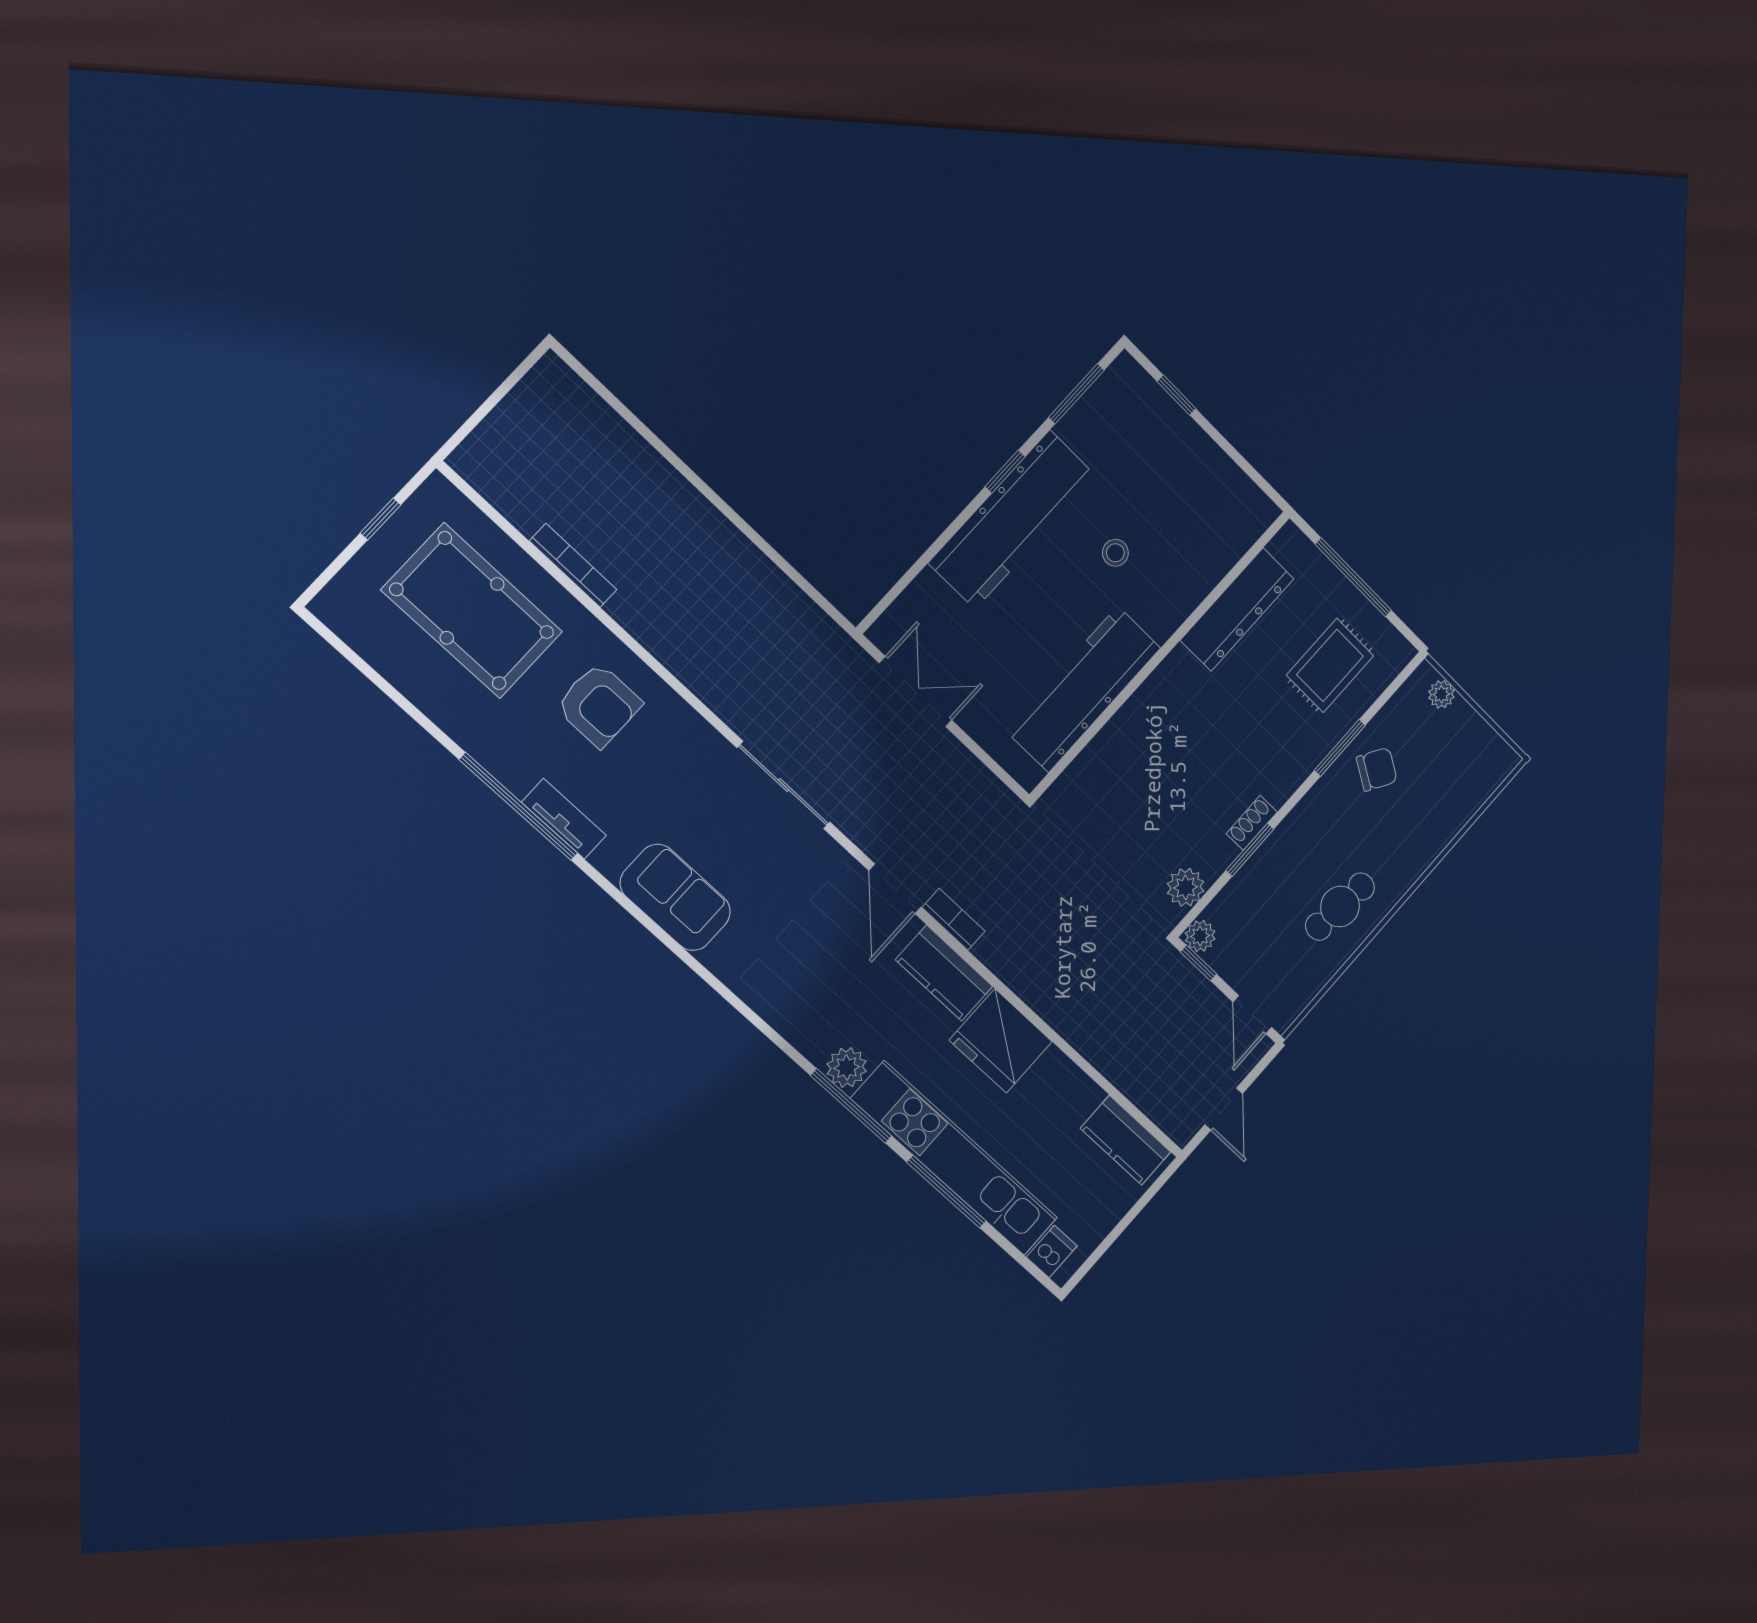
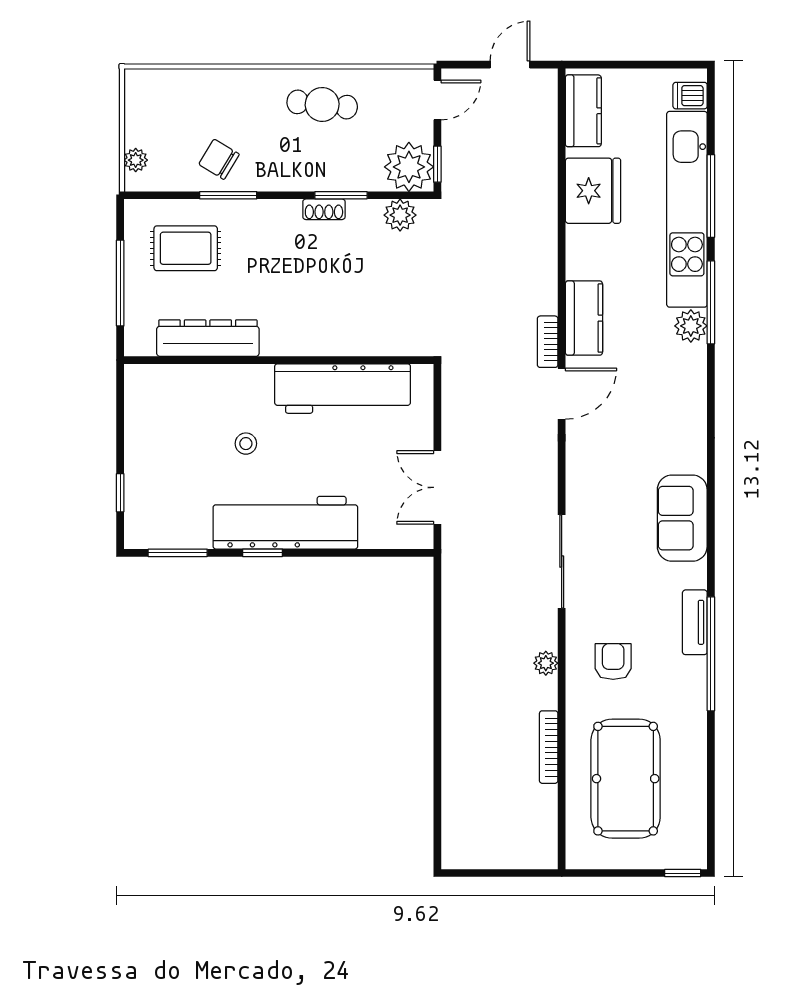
window: (380, 519) -> (683, 873), moved
plant: (657, 639) -> (546, 663), added
armchair: (599, 705) -> (613, 662), width x0.72, depth x0.72
sliding door: (784, 785) -> (562, 562), moved
plant: (1200, 936) -> (409, 167), width x1.88, depth x1.88
fridge: (1001, 1041) -> (593, 191), moved

